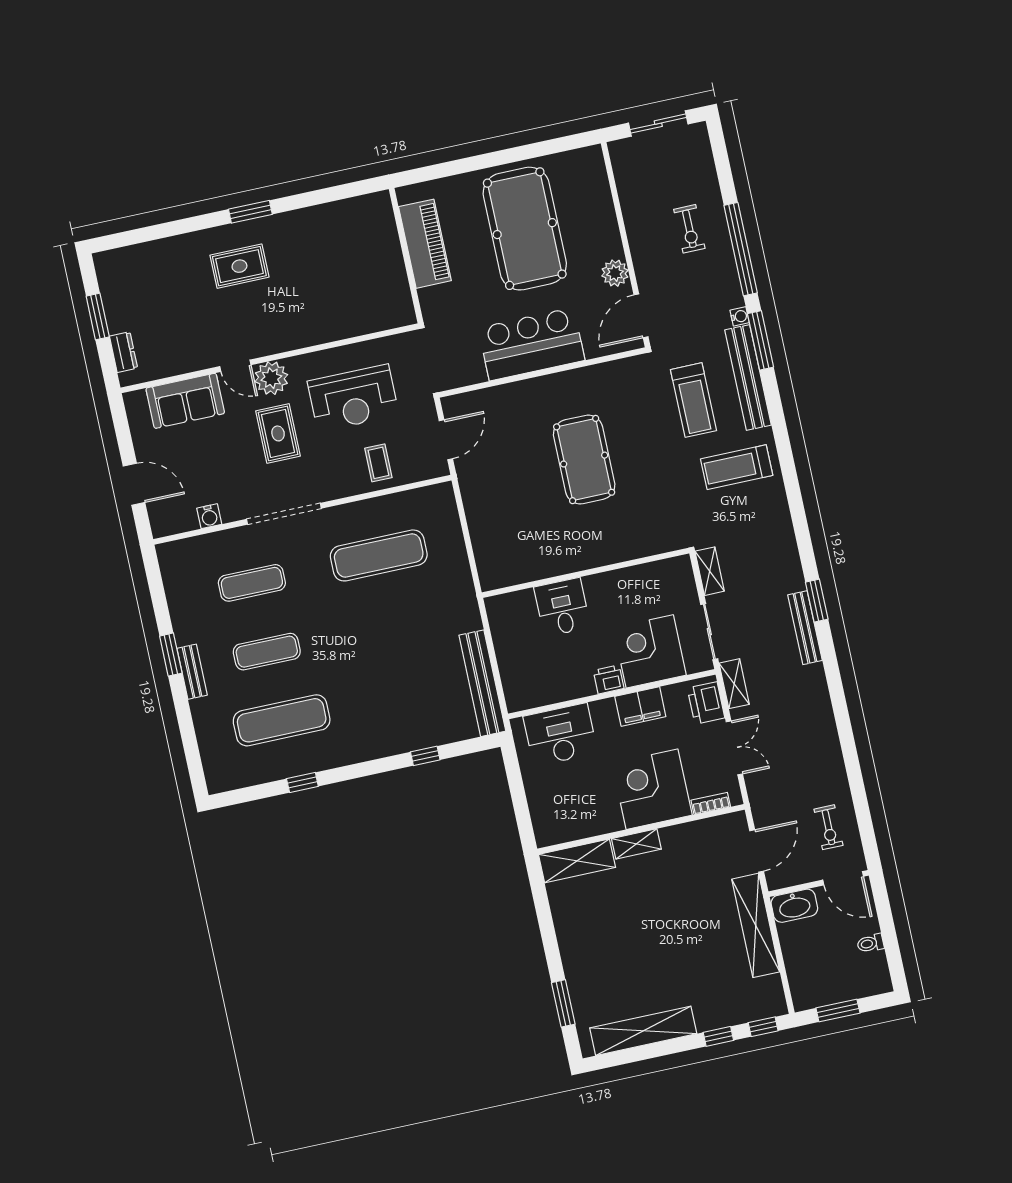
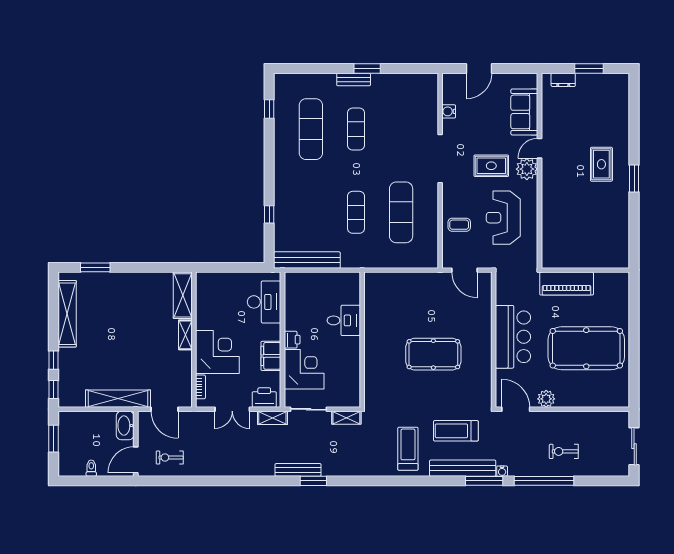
piano: (425, 244) -> (567, 284), moved
exercise mat: (252, 583) -> (356, 212), moved
window: (302, 782) -> (269, 109), moved

